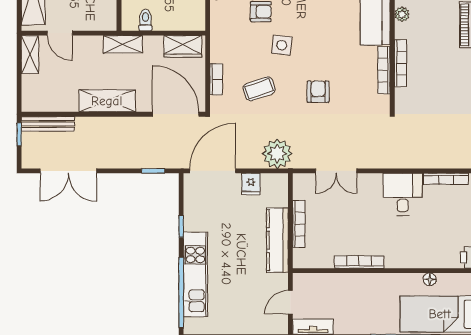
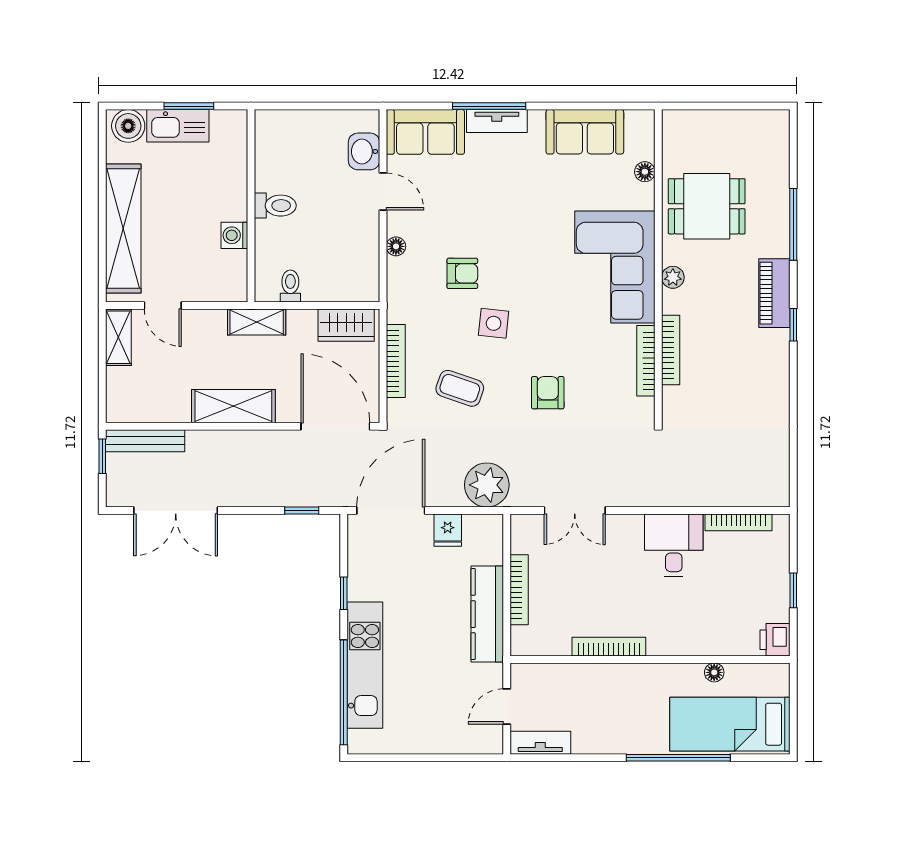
bookcase: (216, 79) -> (396, 361), width x1.56
coffee table: (259, 89) -> (460, 388), turned 38

